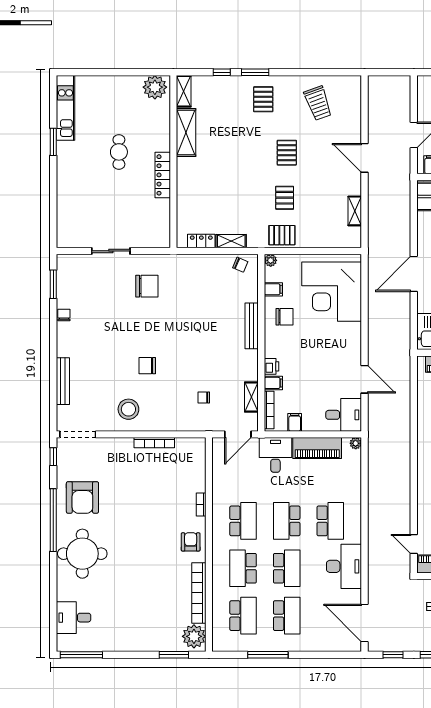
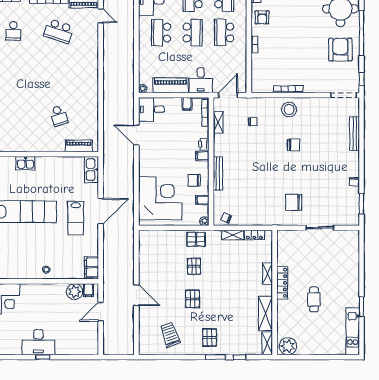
shelving: (355, 211) -> (267, 274), moved
filing cabinet: (273, 383) -> (202, 156), moved
stool: (128, 409) -> (289, 110), moved

